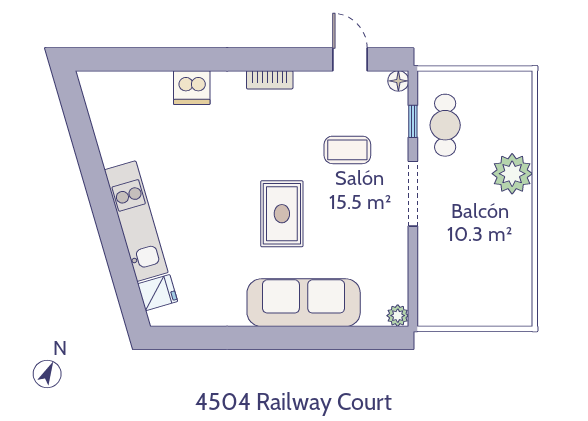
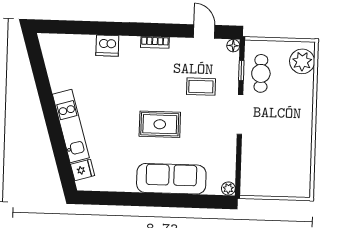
plant: (512, 174) -> (302, 61), moved
rug: (282, 214) -> (160, 124), turned 90

